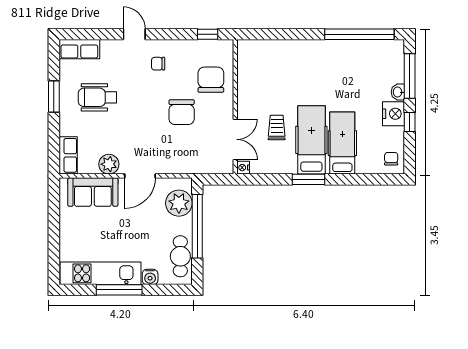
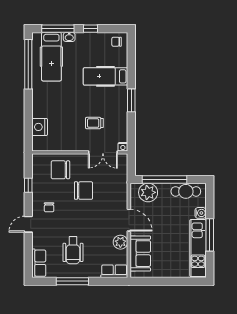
window: (208, 34) -> (28, 185), moved
window: (54, 96) -> (72, 281), width x1.44
nightstand: (394, 114) -> (40, 127), moved, turned -90
double door: (235, 139) -> (103, 152), swing flipped
hospital bed: (311, 140) -> (51, 57), moved, turned -90

